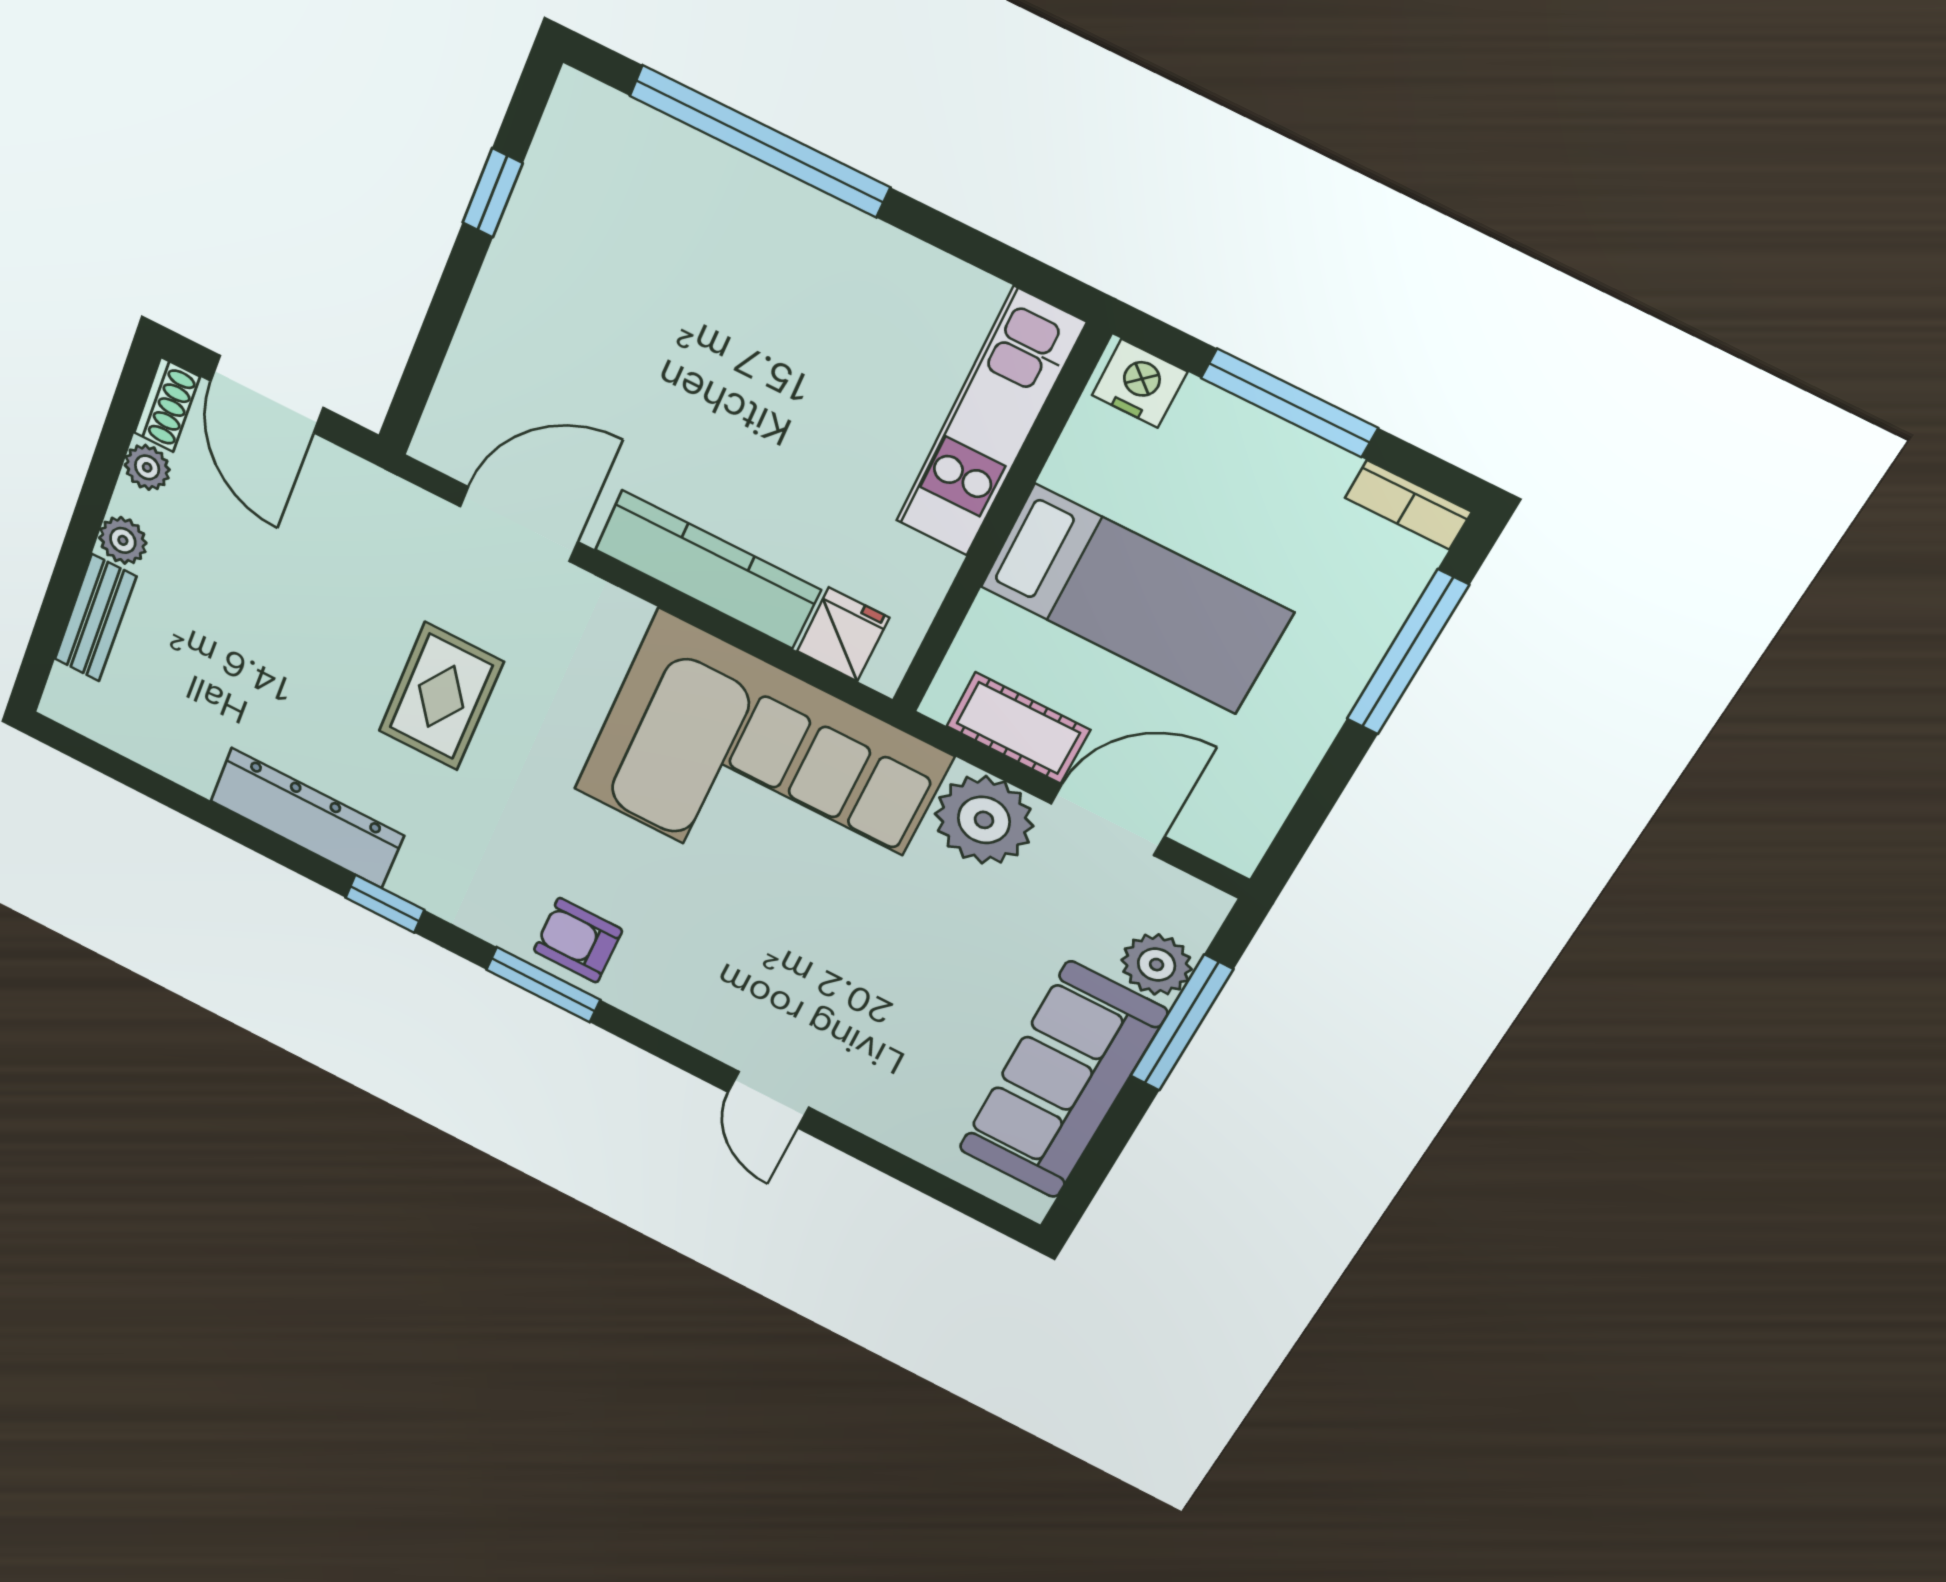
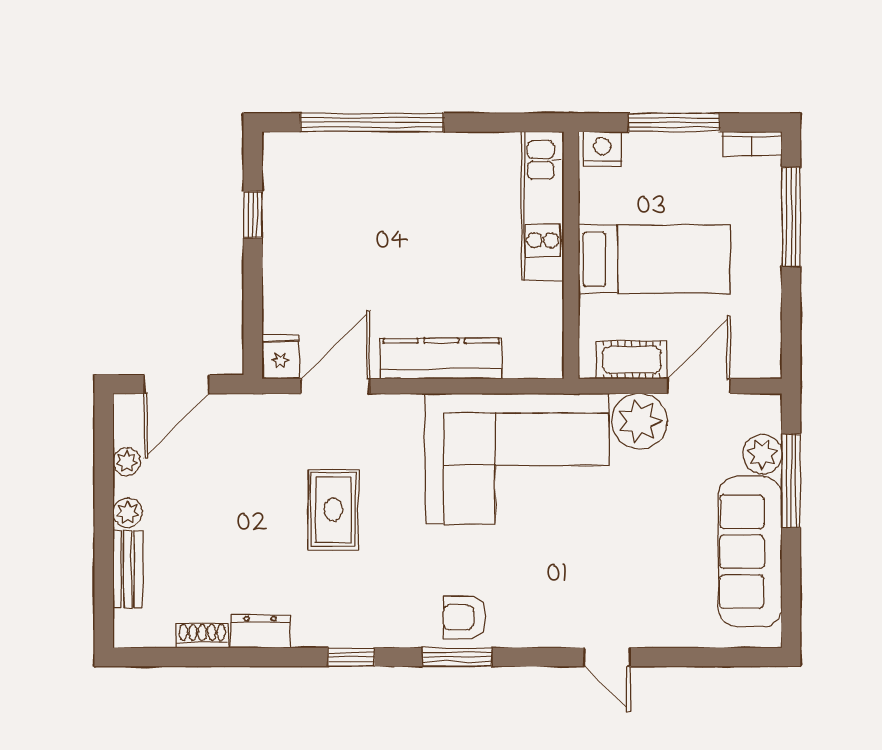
door: (267, 394) -> (177, 384), hinge flipped
shoe rack: (167, 405) -> (202, 635), moved, turned -90
fridge: (843, 634) -> (280, 357), moved
dresser: (307, 818) -> (260, 632), width x0.51, depth x0.80

